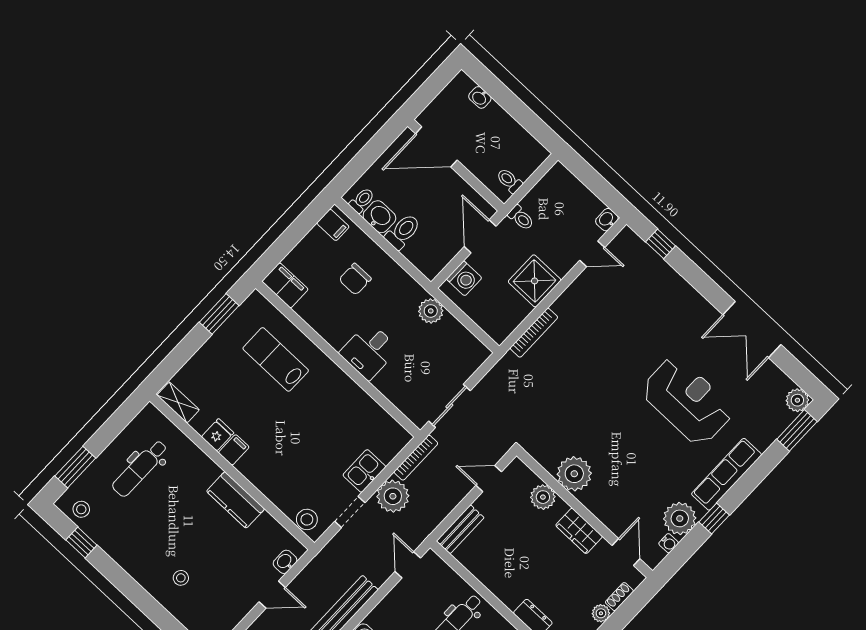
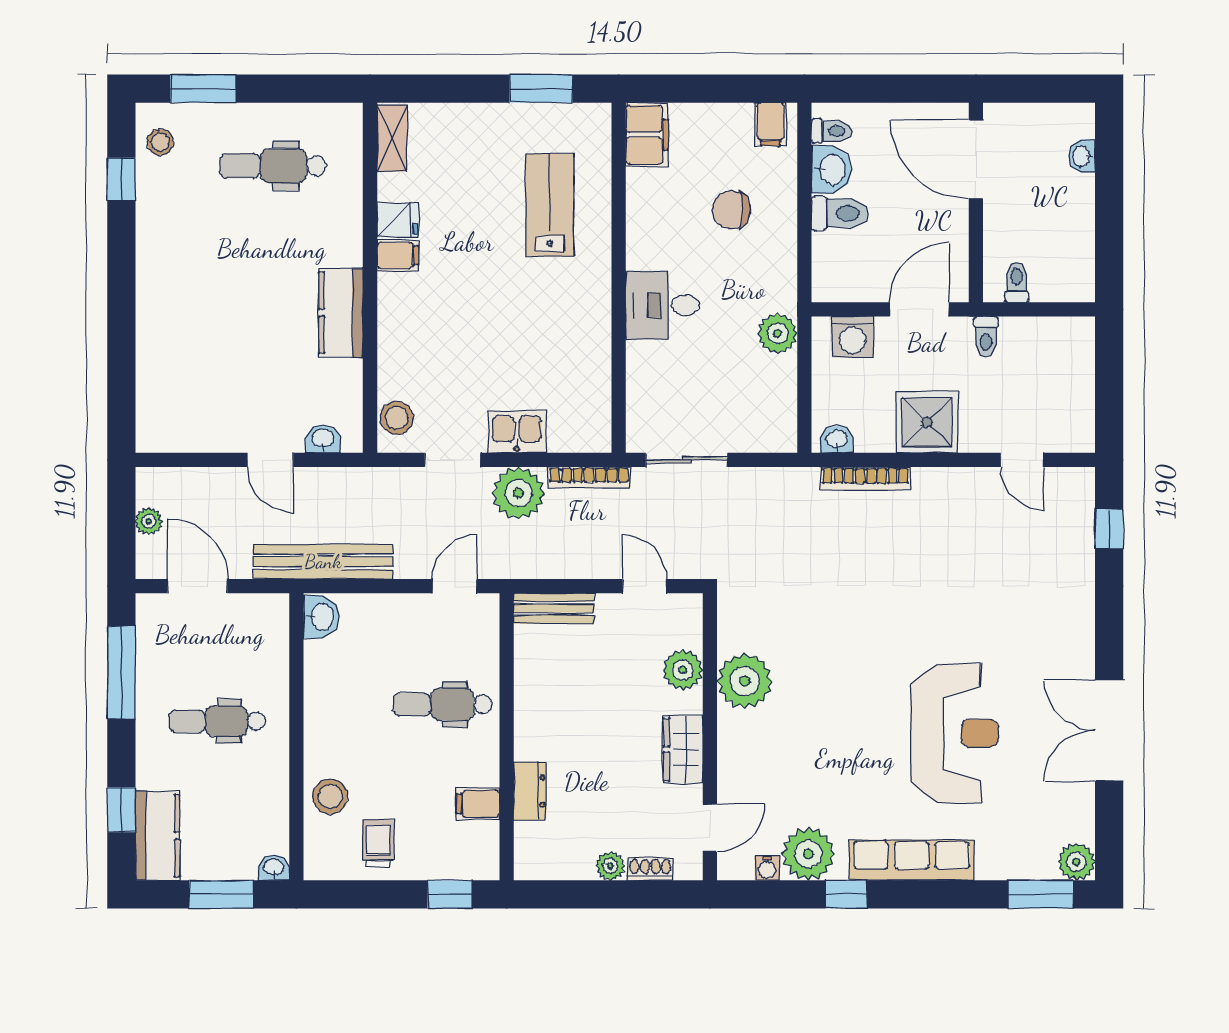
washbasin: (607, 220) -> (837, 439), moved
stool: (181, 578) -> (189, 334), removed

